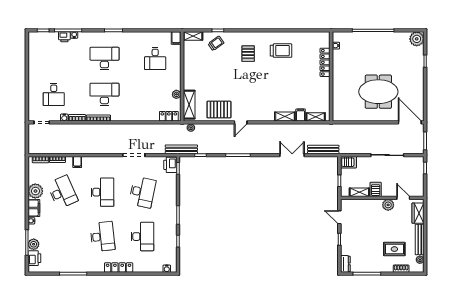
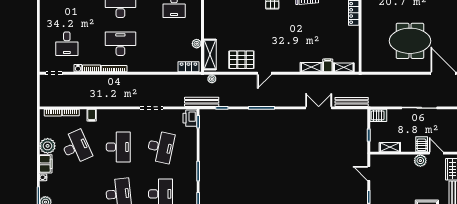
server rack: (376, 189) -> (422, 144), moved

